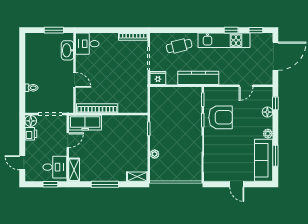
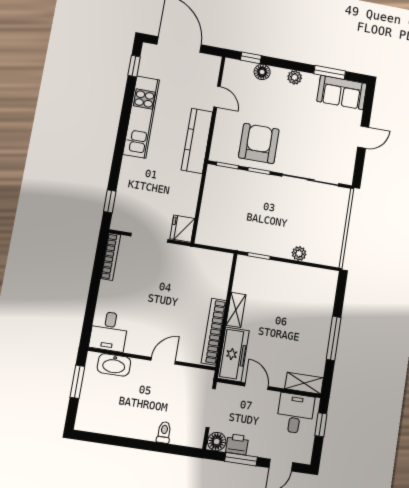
window: (231, 30) -> (110, 201), moved
cafe table: (179, 46) -> (138, 187), removed
kitchen counter: (198, 78) -> (197, 141), moved
window: (22, 138) -> (241, 459), added
sofa: (264, 160) -> (342, 92), width x0.73
shelving: (137, 177) -> (236, 310), moved

